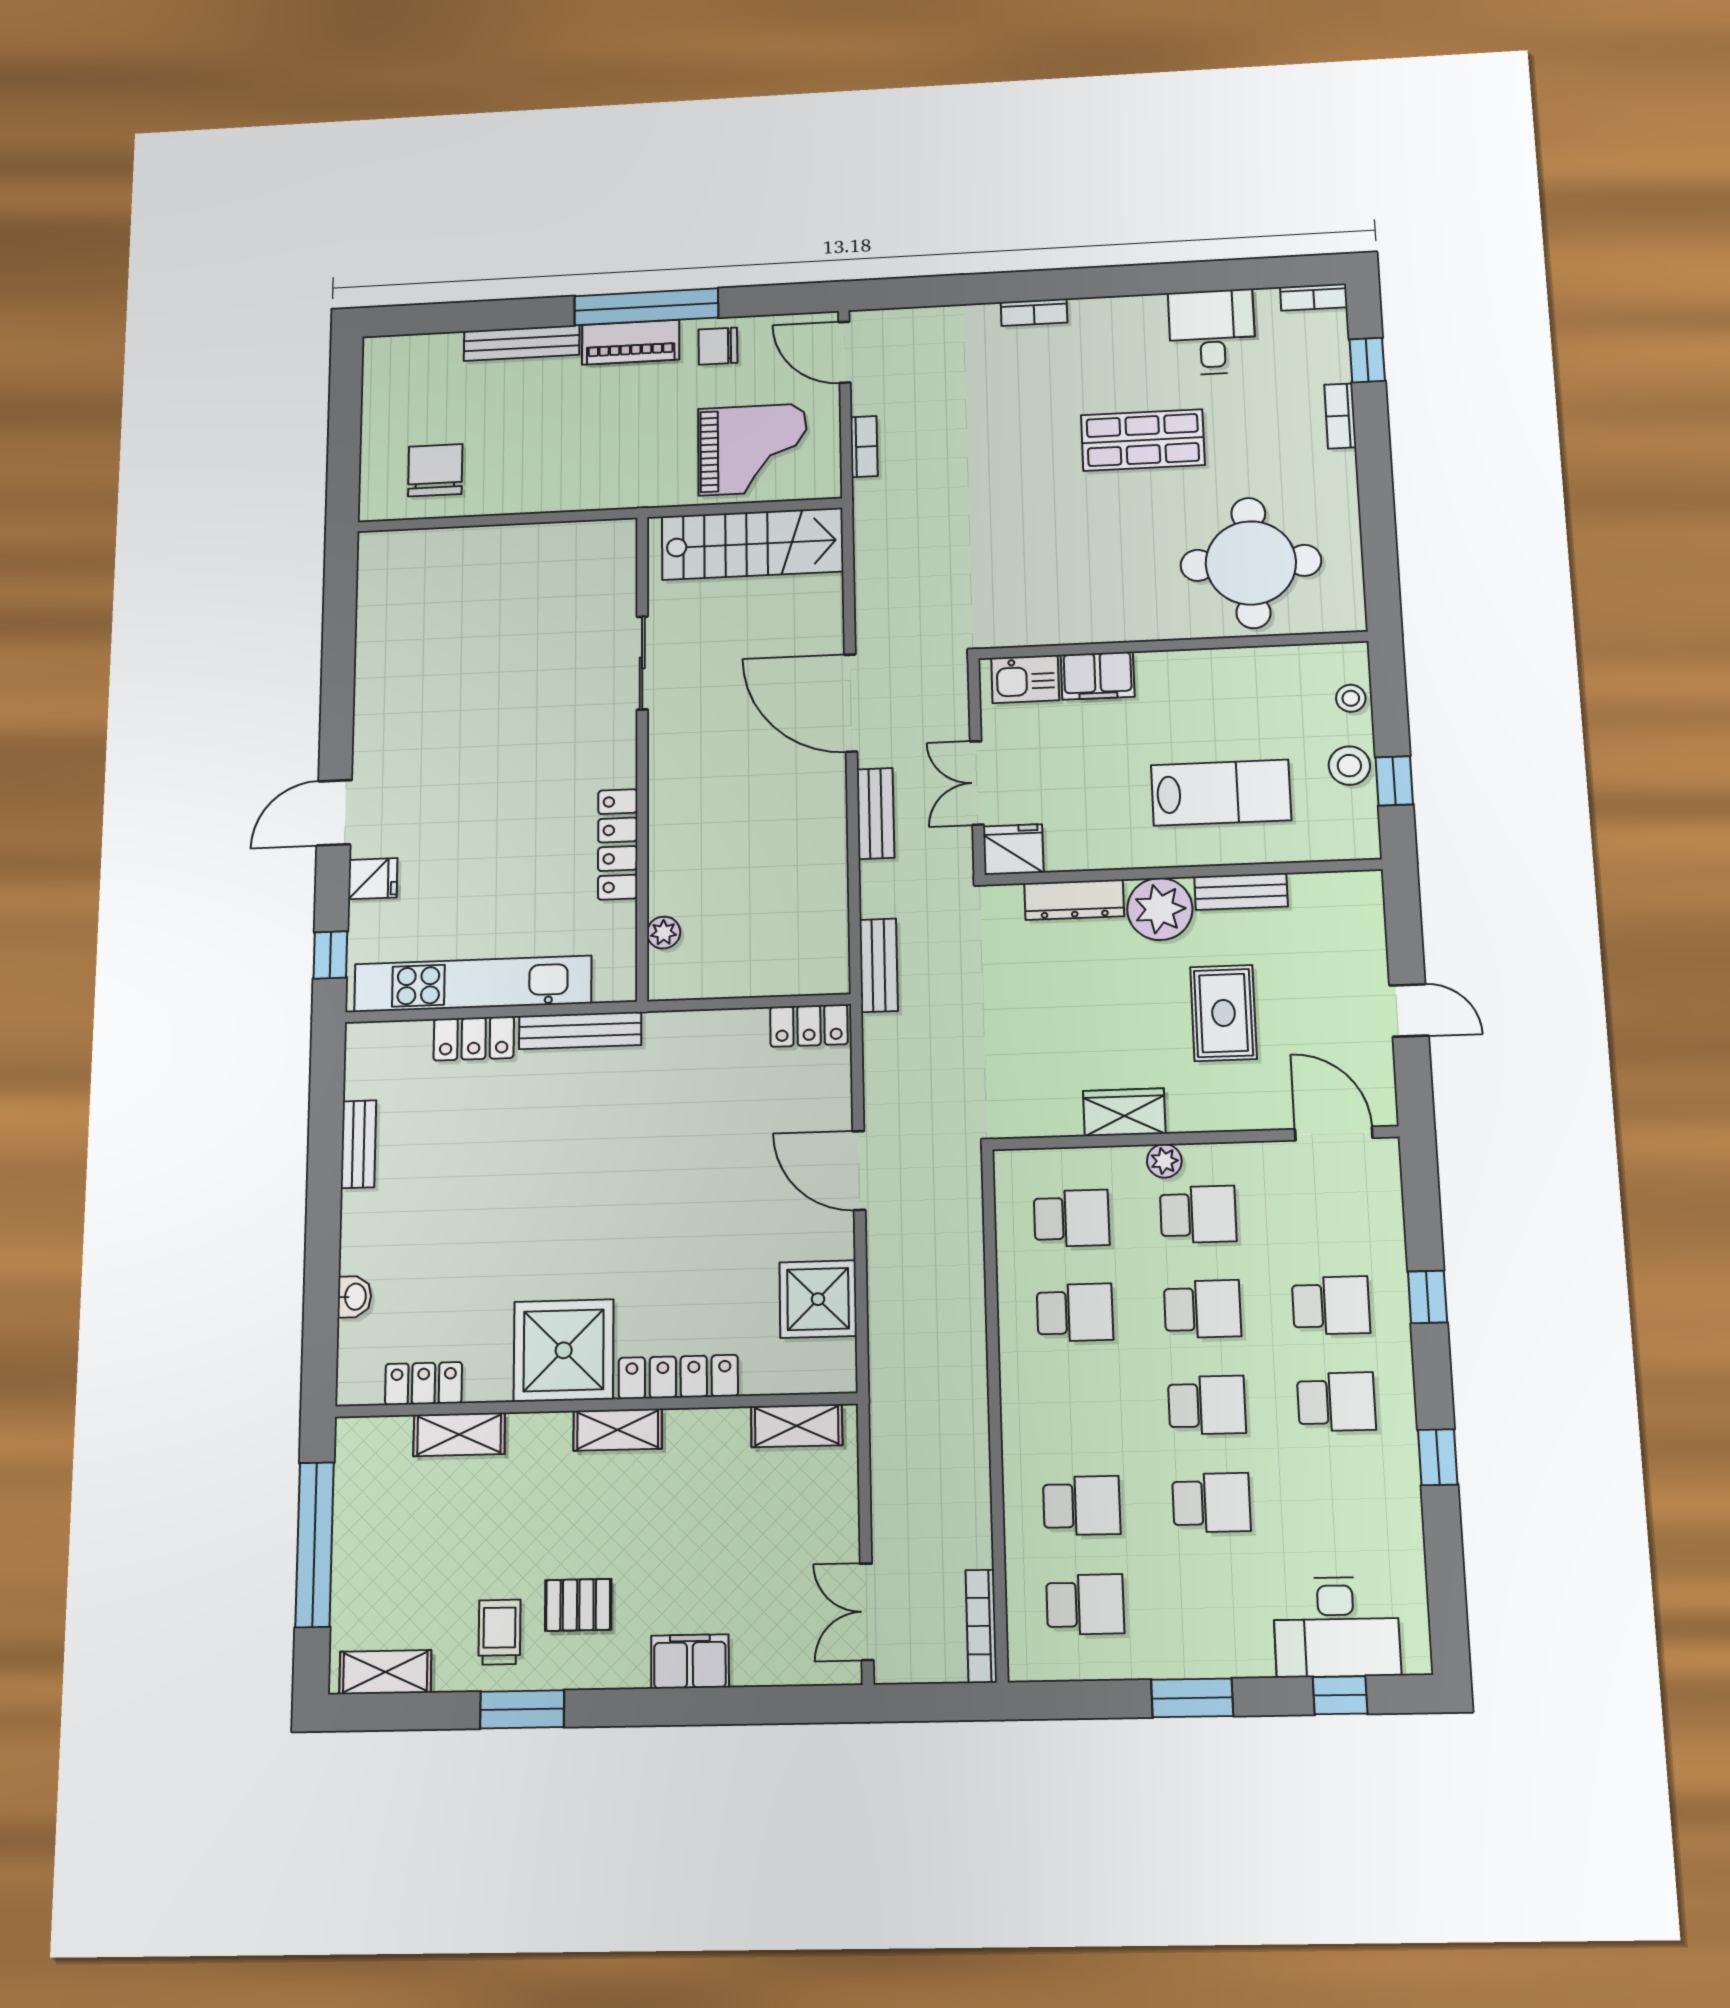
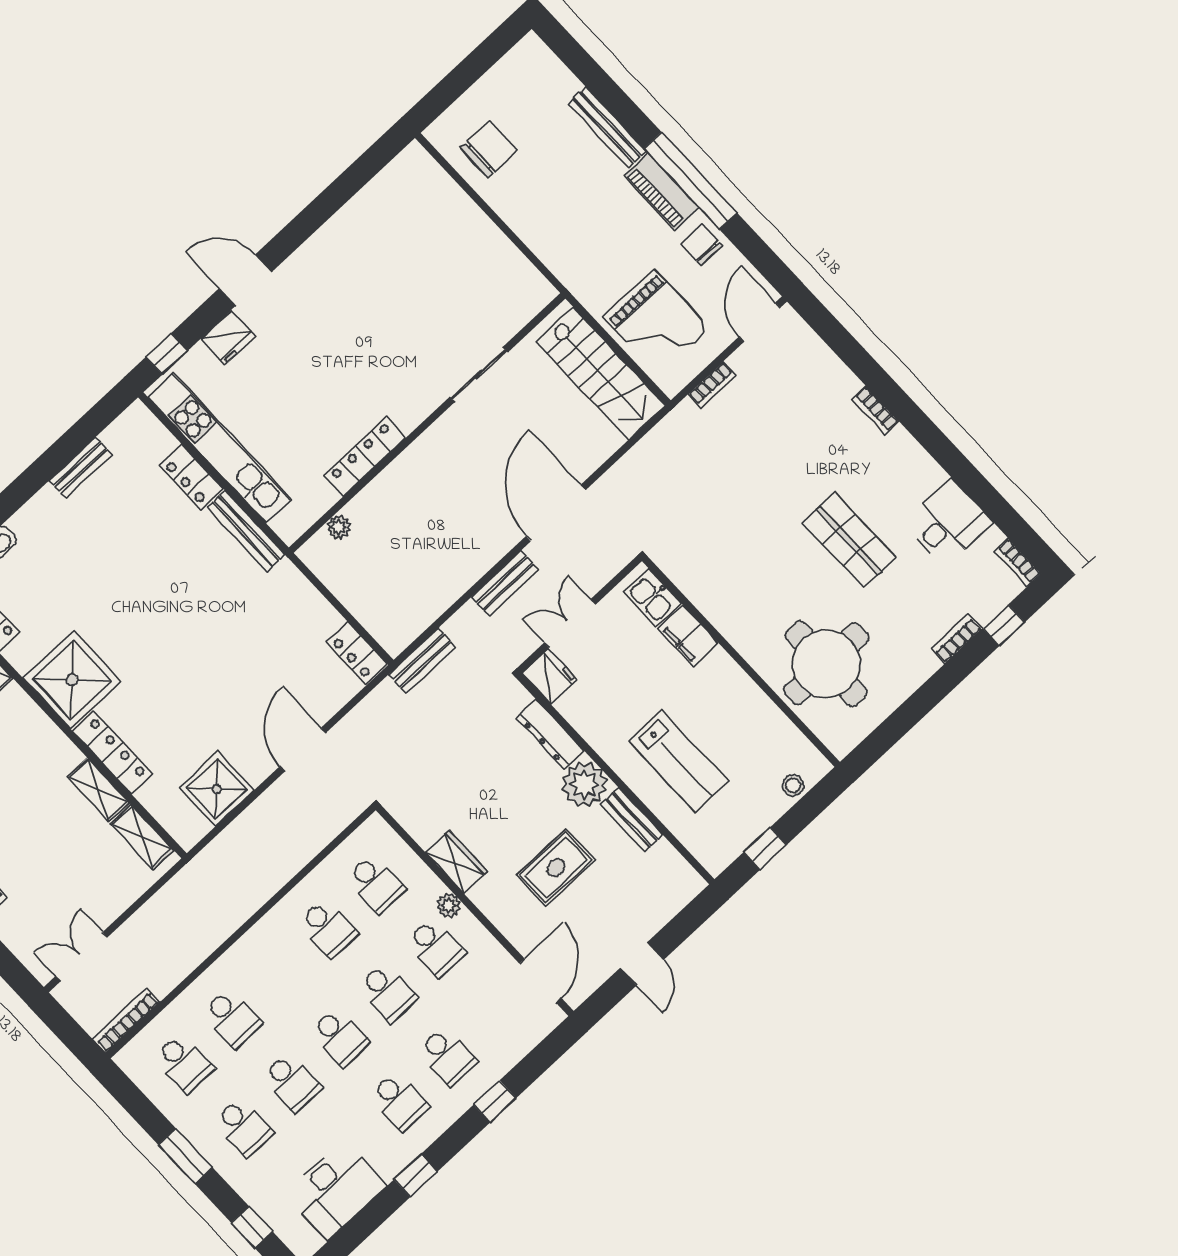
stool: (1349, 766) -> (753, 817), removed
fridge: (373, 879) -> (228, 337), width x1.38
shelving: (618, 1430) -> (98, 790), moved
school desk: (1216, 1602) -> (244, 1127), added
desk: (1336, 1627) -> (336, 1190), moved, turned -90

